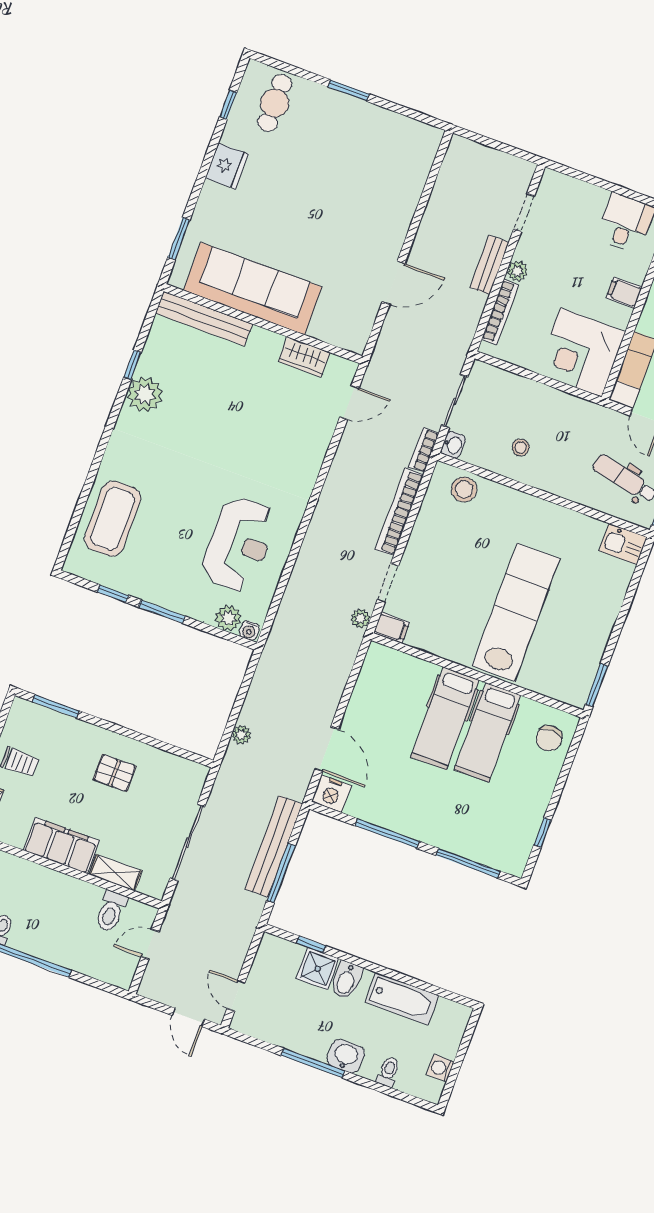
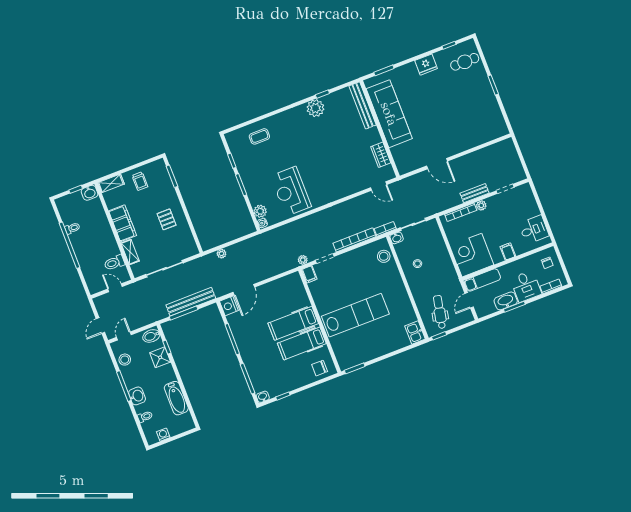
coffee table: (113, 519) -> (259, 136), width x0.54, depth x0.58
reception desk: (239, 544) -> (291, 191), turned 90
washbasin: (516, 864) -> (263, 397), added
bidet: (346, 980) -> (151, 336), moved
stool: (273, 1026) -> (125, 360), added

